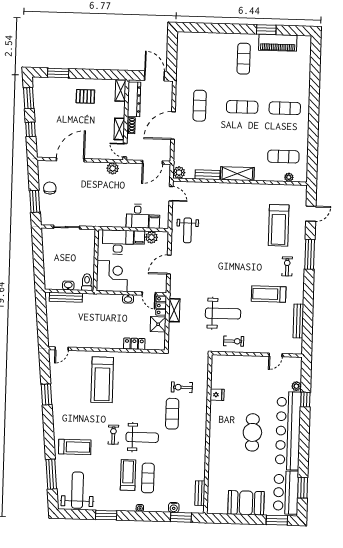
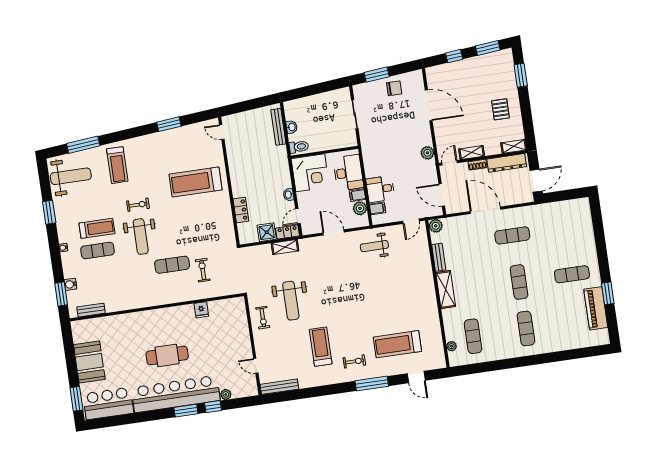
bench: (298, 321) -> (279, 387), moved
window: (303, 488) -> (186, 411), moved

